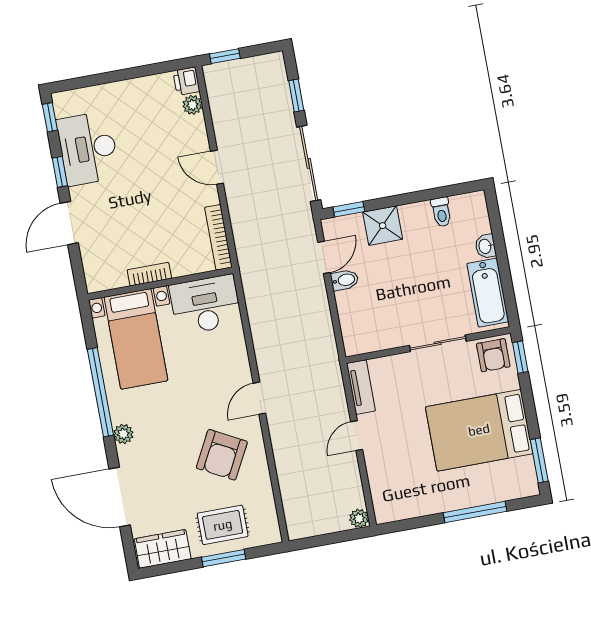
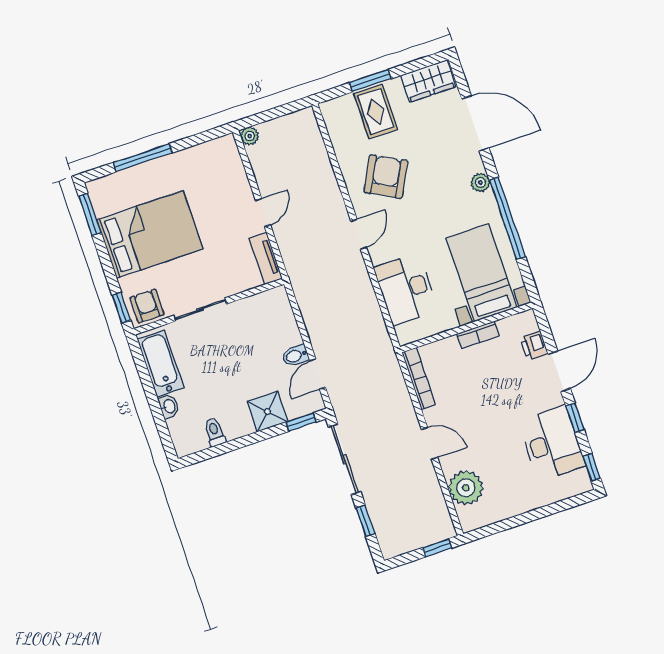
printer: (186, 81) -> (534, 346), moved, turned 180
plant: (192, 105) -> (466, 488), width x1.88, depth x1.88
desk: (205, 305) -> (406, 289), moved, turned 90
rug: (223, 525) -> (376, 111), turned 90

